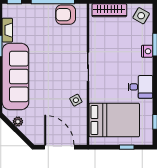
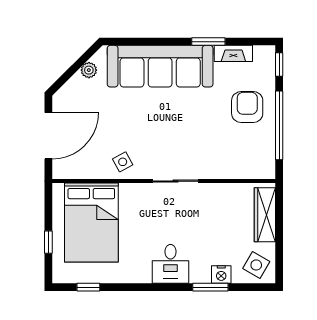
armchair: (66, 15) -> (247, 107), moved
nightstand: (147, 51) -> (221, 274), moved
desk: (140, 87) -> (170, 264), moved

